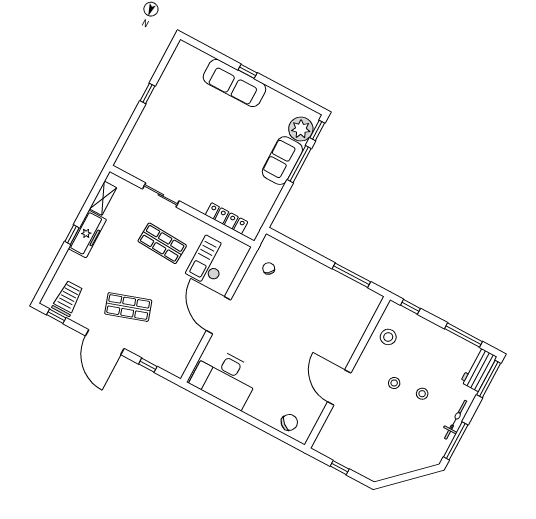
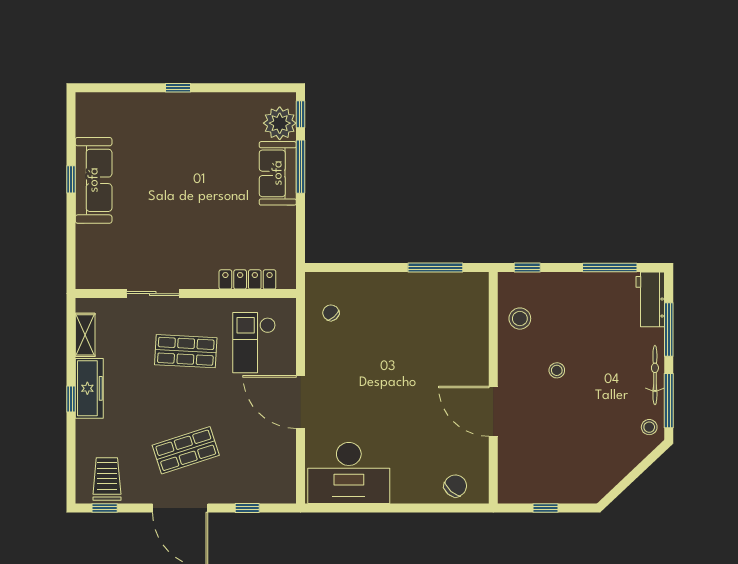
sofa: (234, 83) -> (94, 180), moved, turned -90
window: (489, 379) -> (669, 329), moved
stool: (422, 394) -> (649, 427), moved

